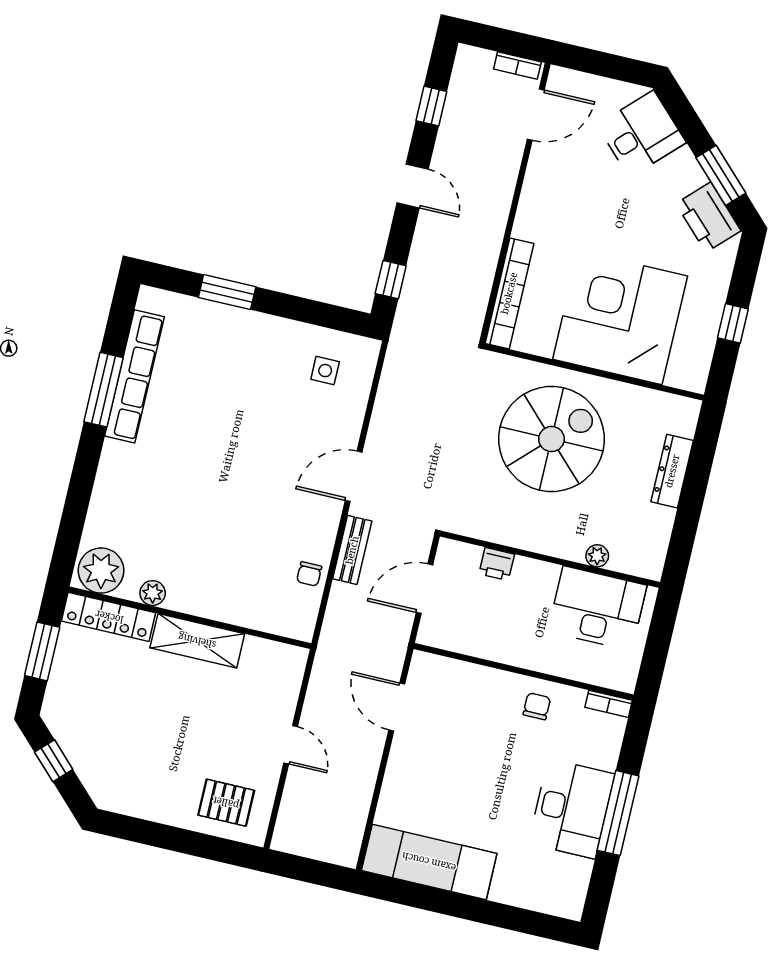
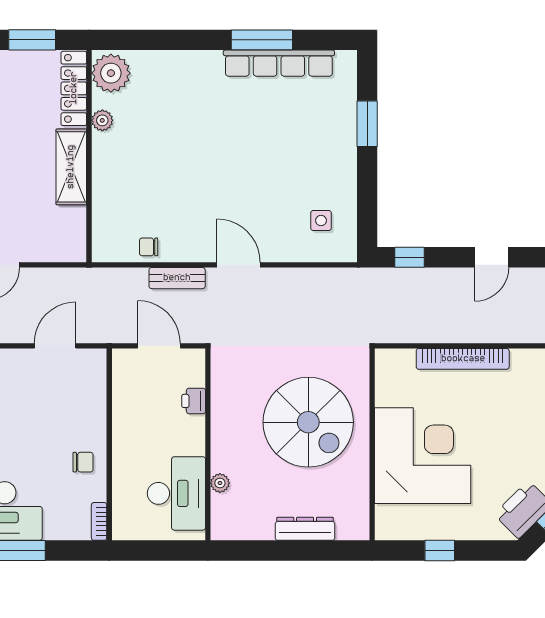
bookcase: (509, 293) -> (463, 359), moved

